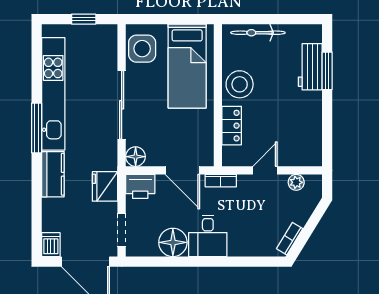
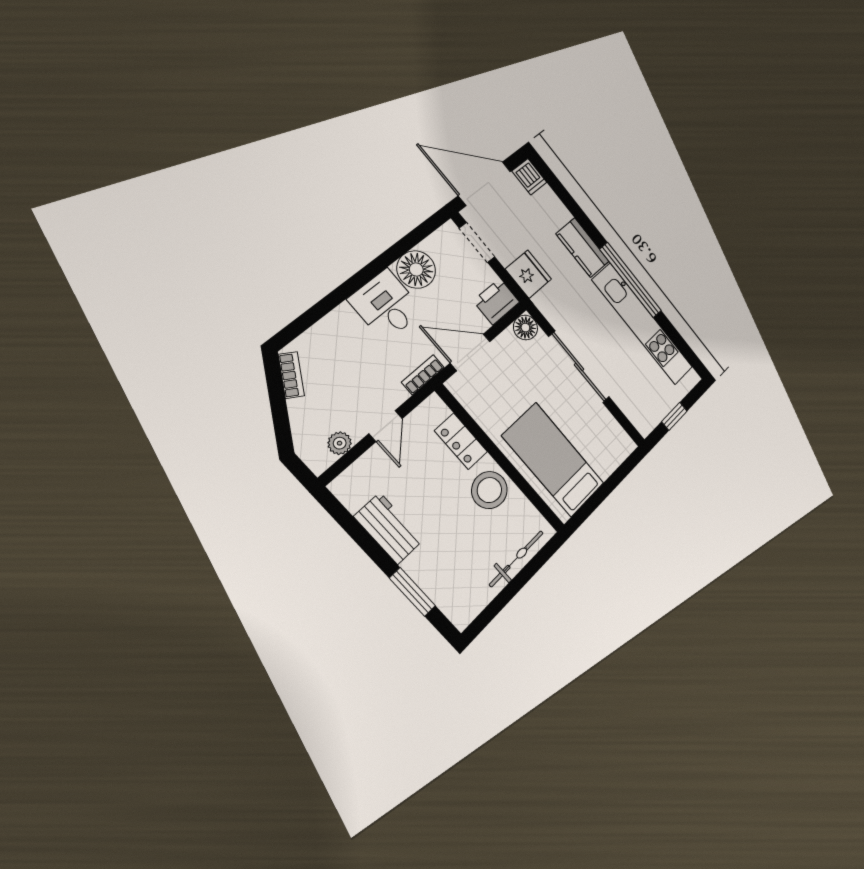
side table: (142, 49) -> (606, 437), removed
workbench: (310, 67) -> (389, 528), moved
window: (37, 128) -> (631, 280), width x1.46

